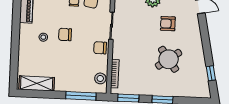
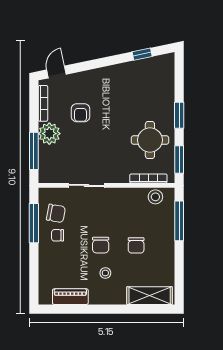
chair: (100, 48) -> (136, 245), moved
round table: (169, 59) -> (150, 140), moved, turned 36
shelving: (37, 83) -> (150, 296), moved, turned 90

